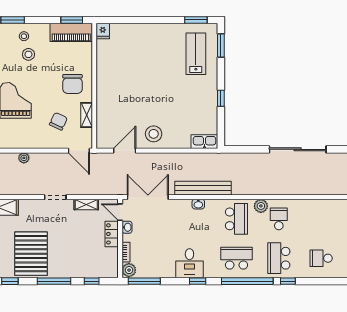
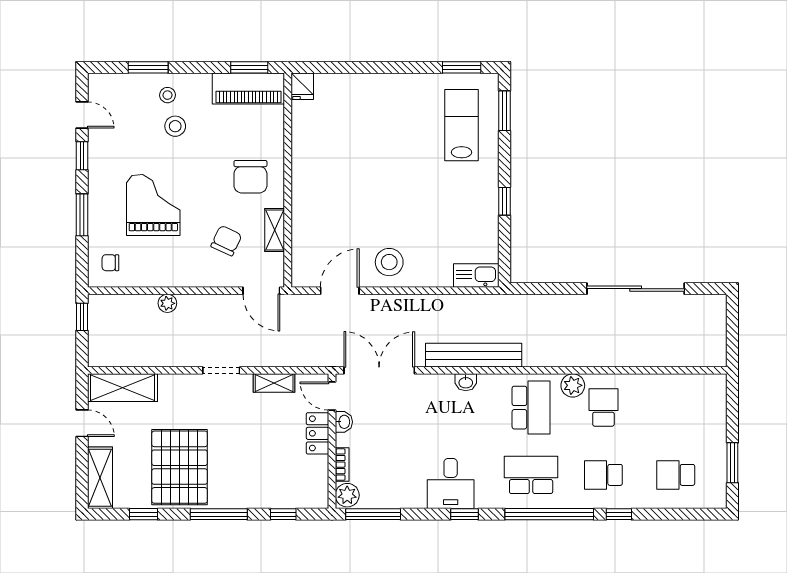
school desk: (279, 258) -> (603, 475), width x0.54

